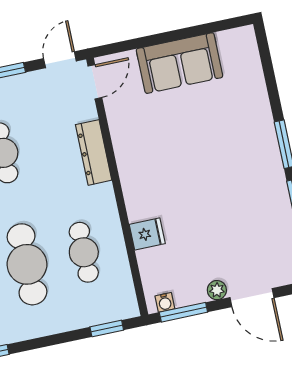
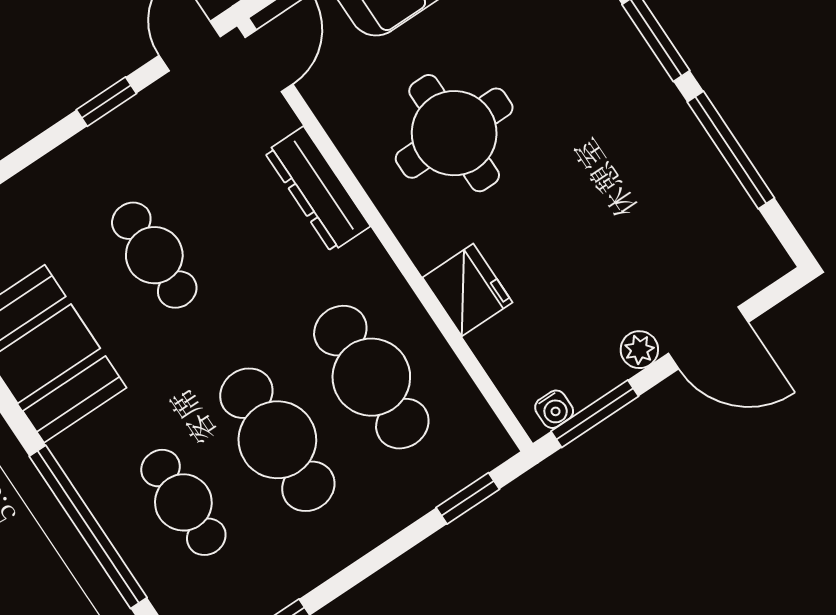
round table: (170, 152) -> (454, 133), added
fridge: (147, 234) -> (467, 290), width x1.38
cafe table: (84, 252) -> (371, 377), width x1.37, depth x1.35

